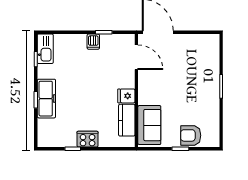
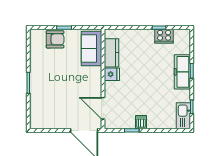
cooker: (88, 139) -> (164, 36), moved

